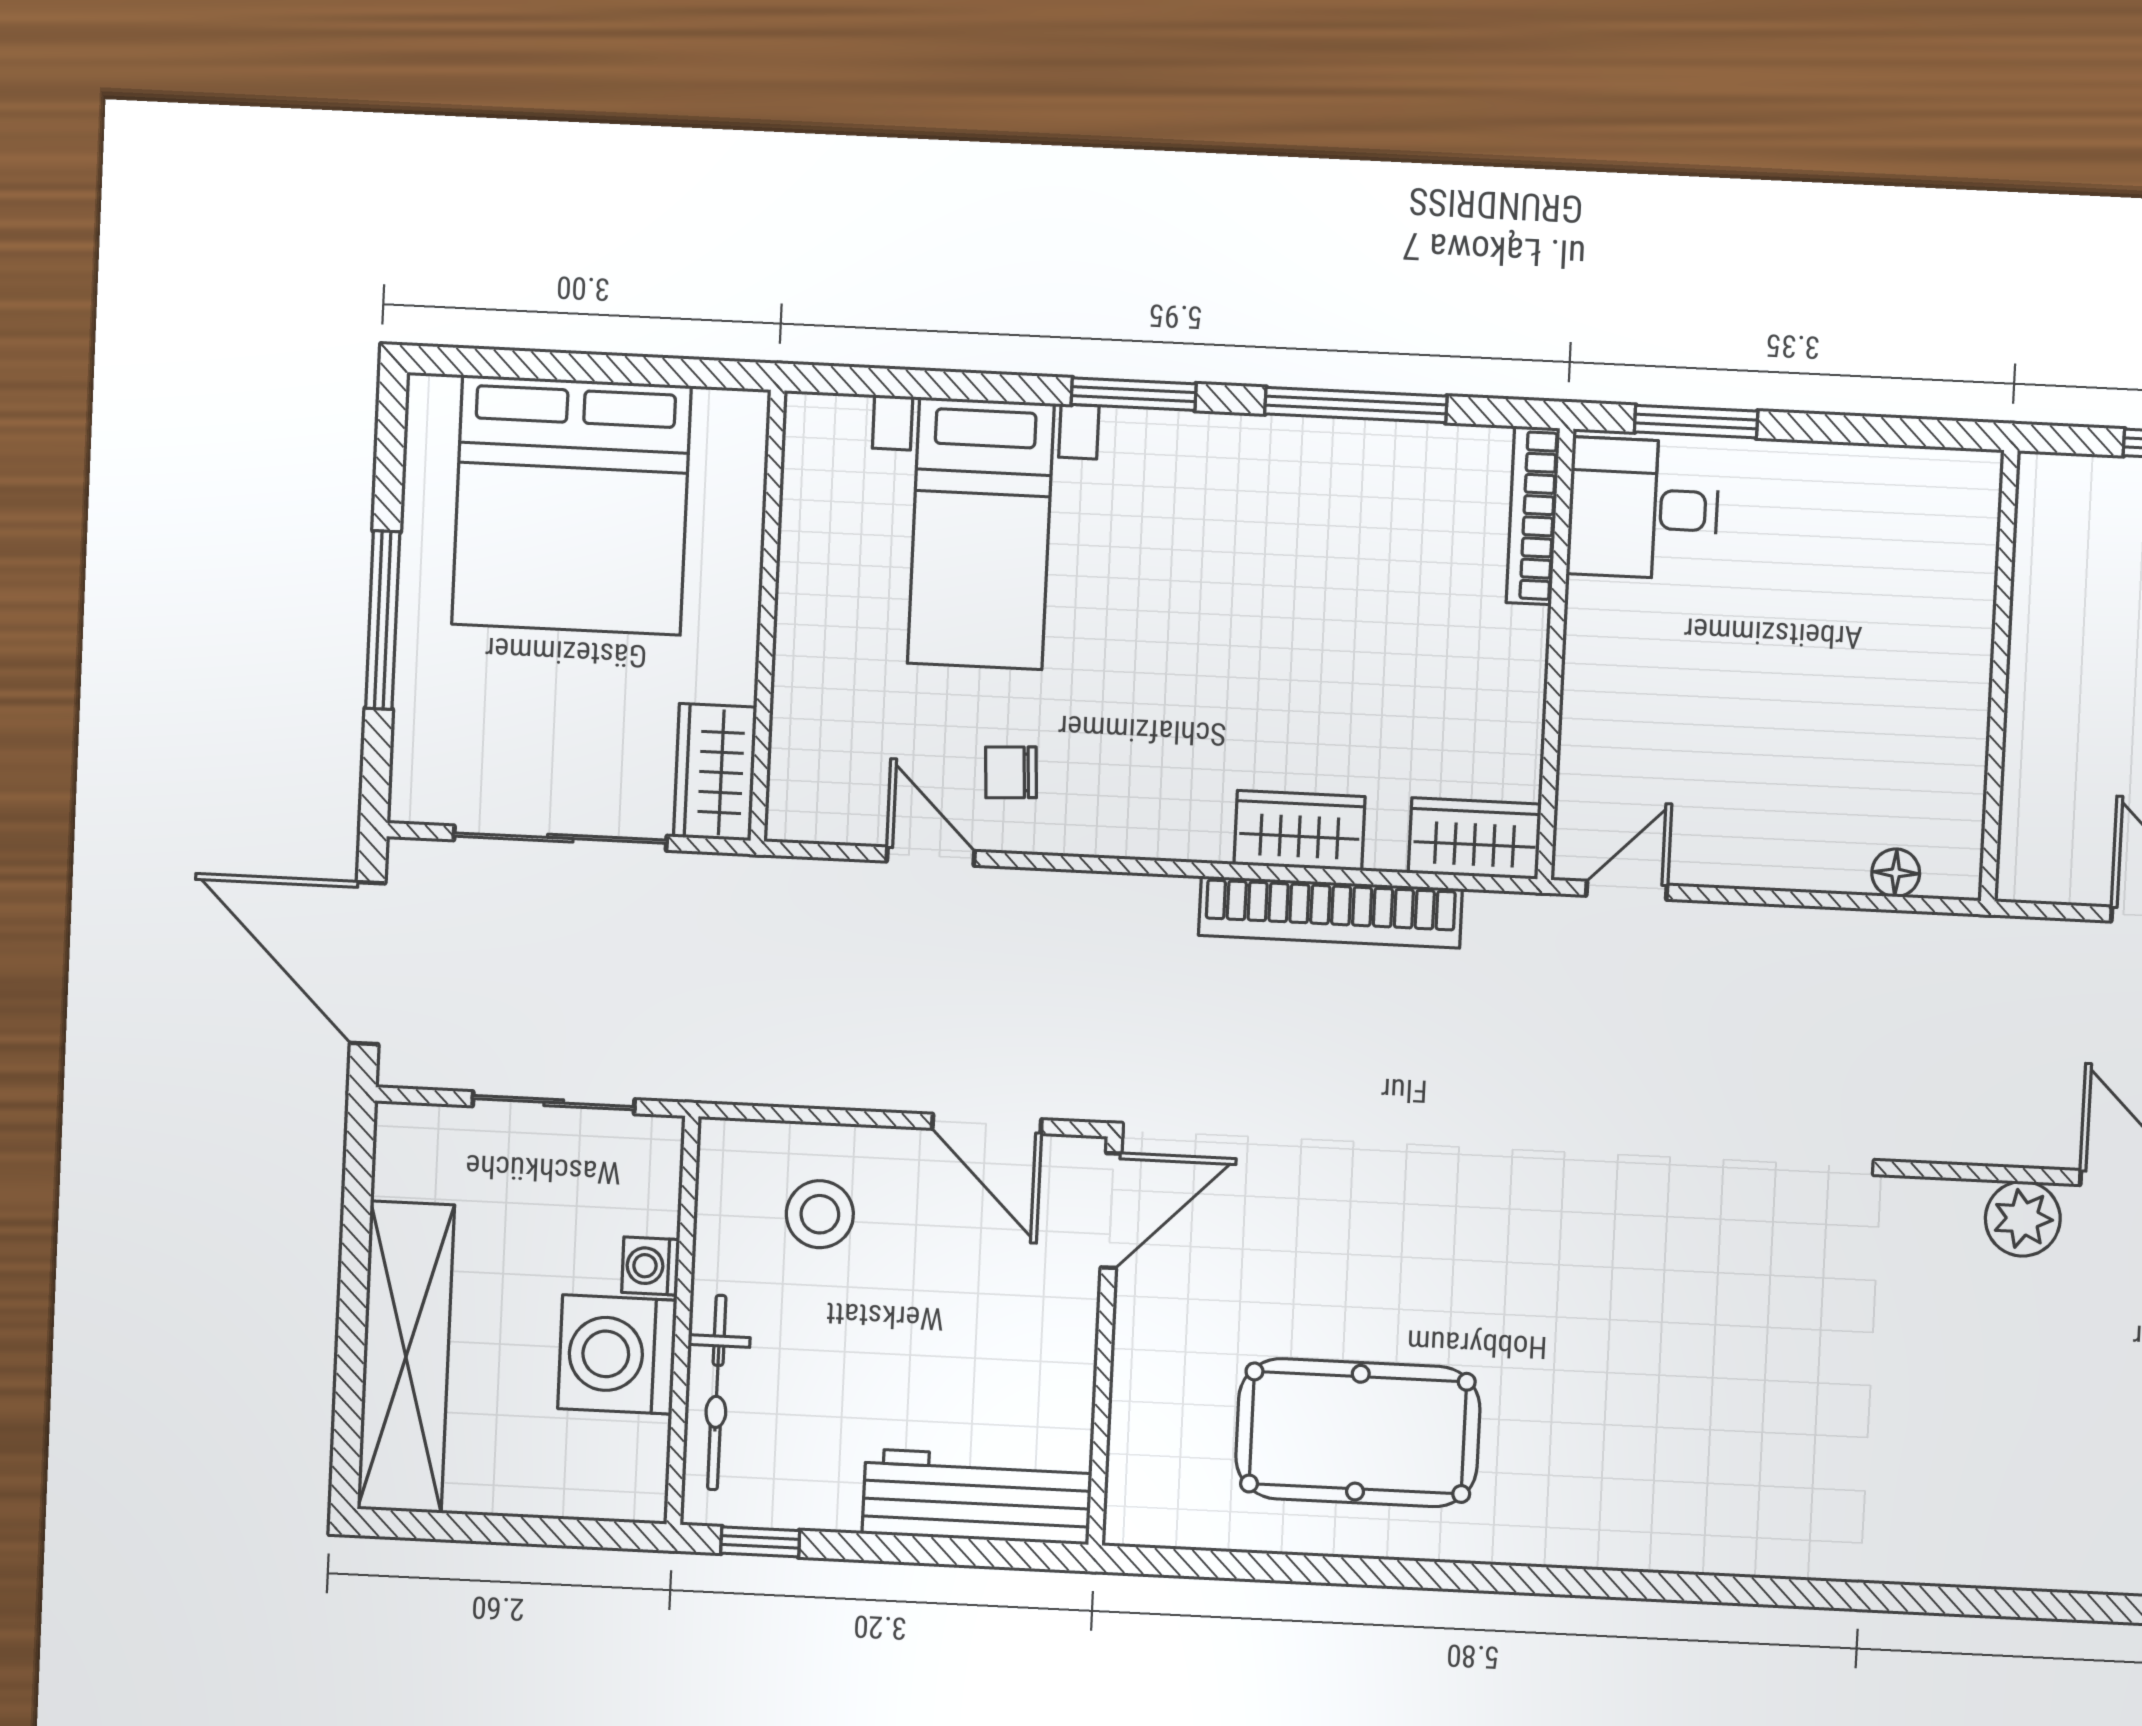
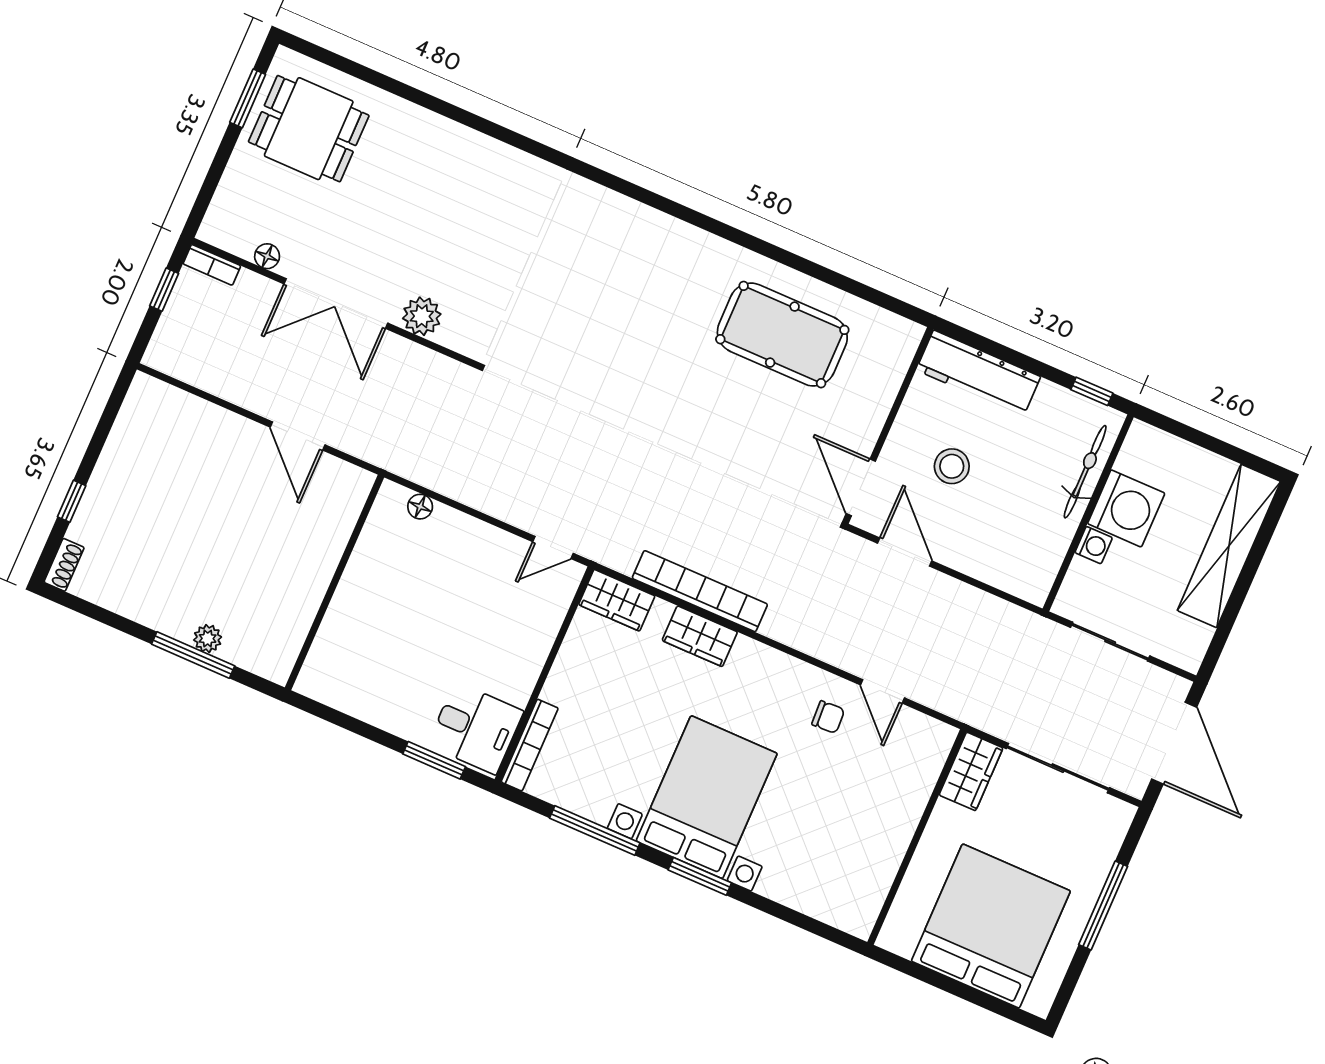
bed with nightstands: (981, 533) -> (707, 797), moved, width x1.36
door: (1111, 1211) -> (861, 487), hinge flipped
stool: (820, 1214) -> (952, 466), moved

